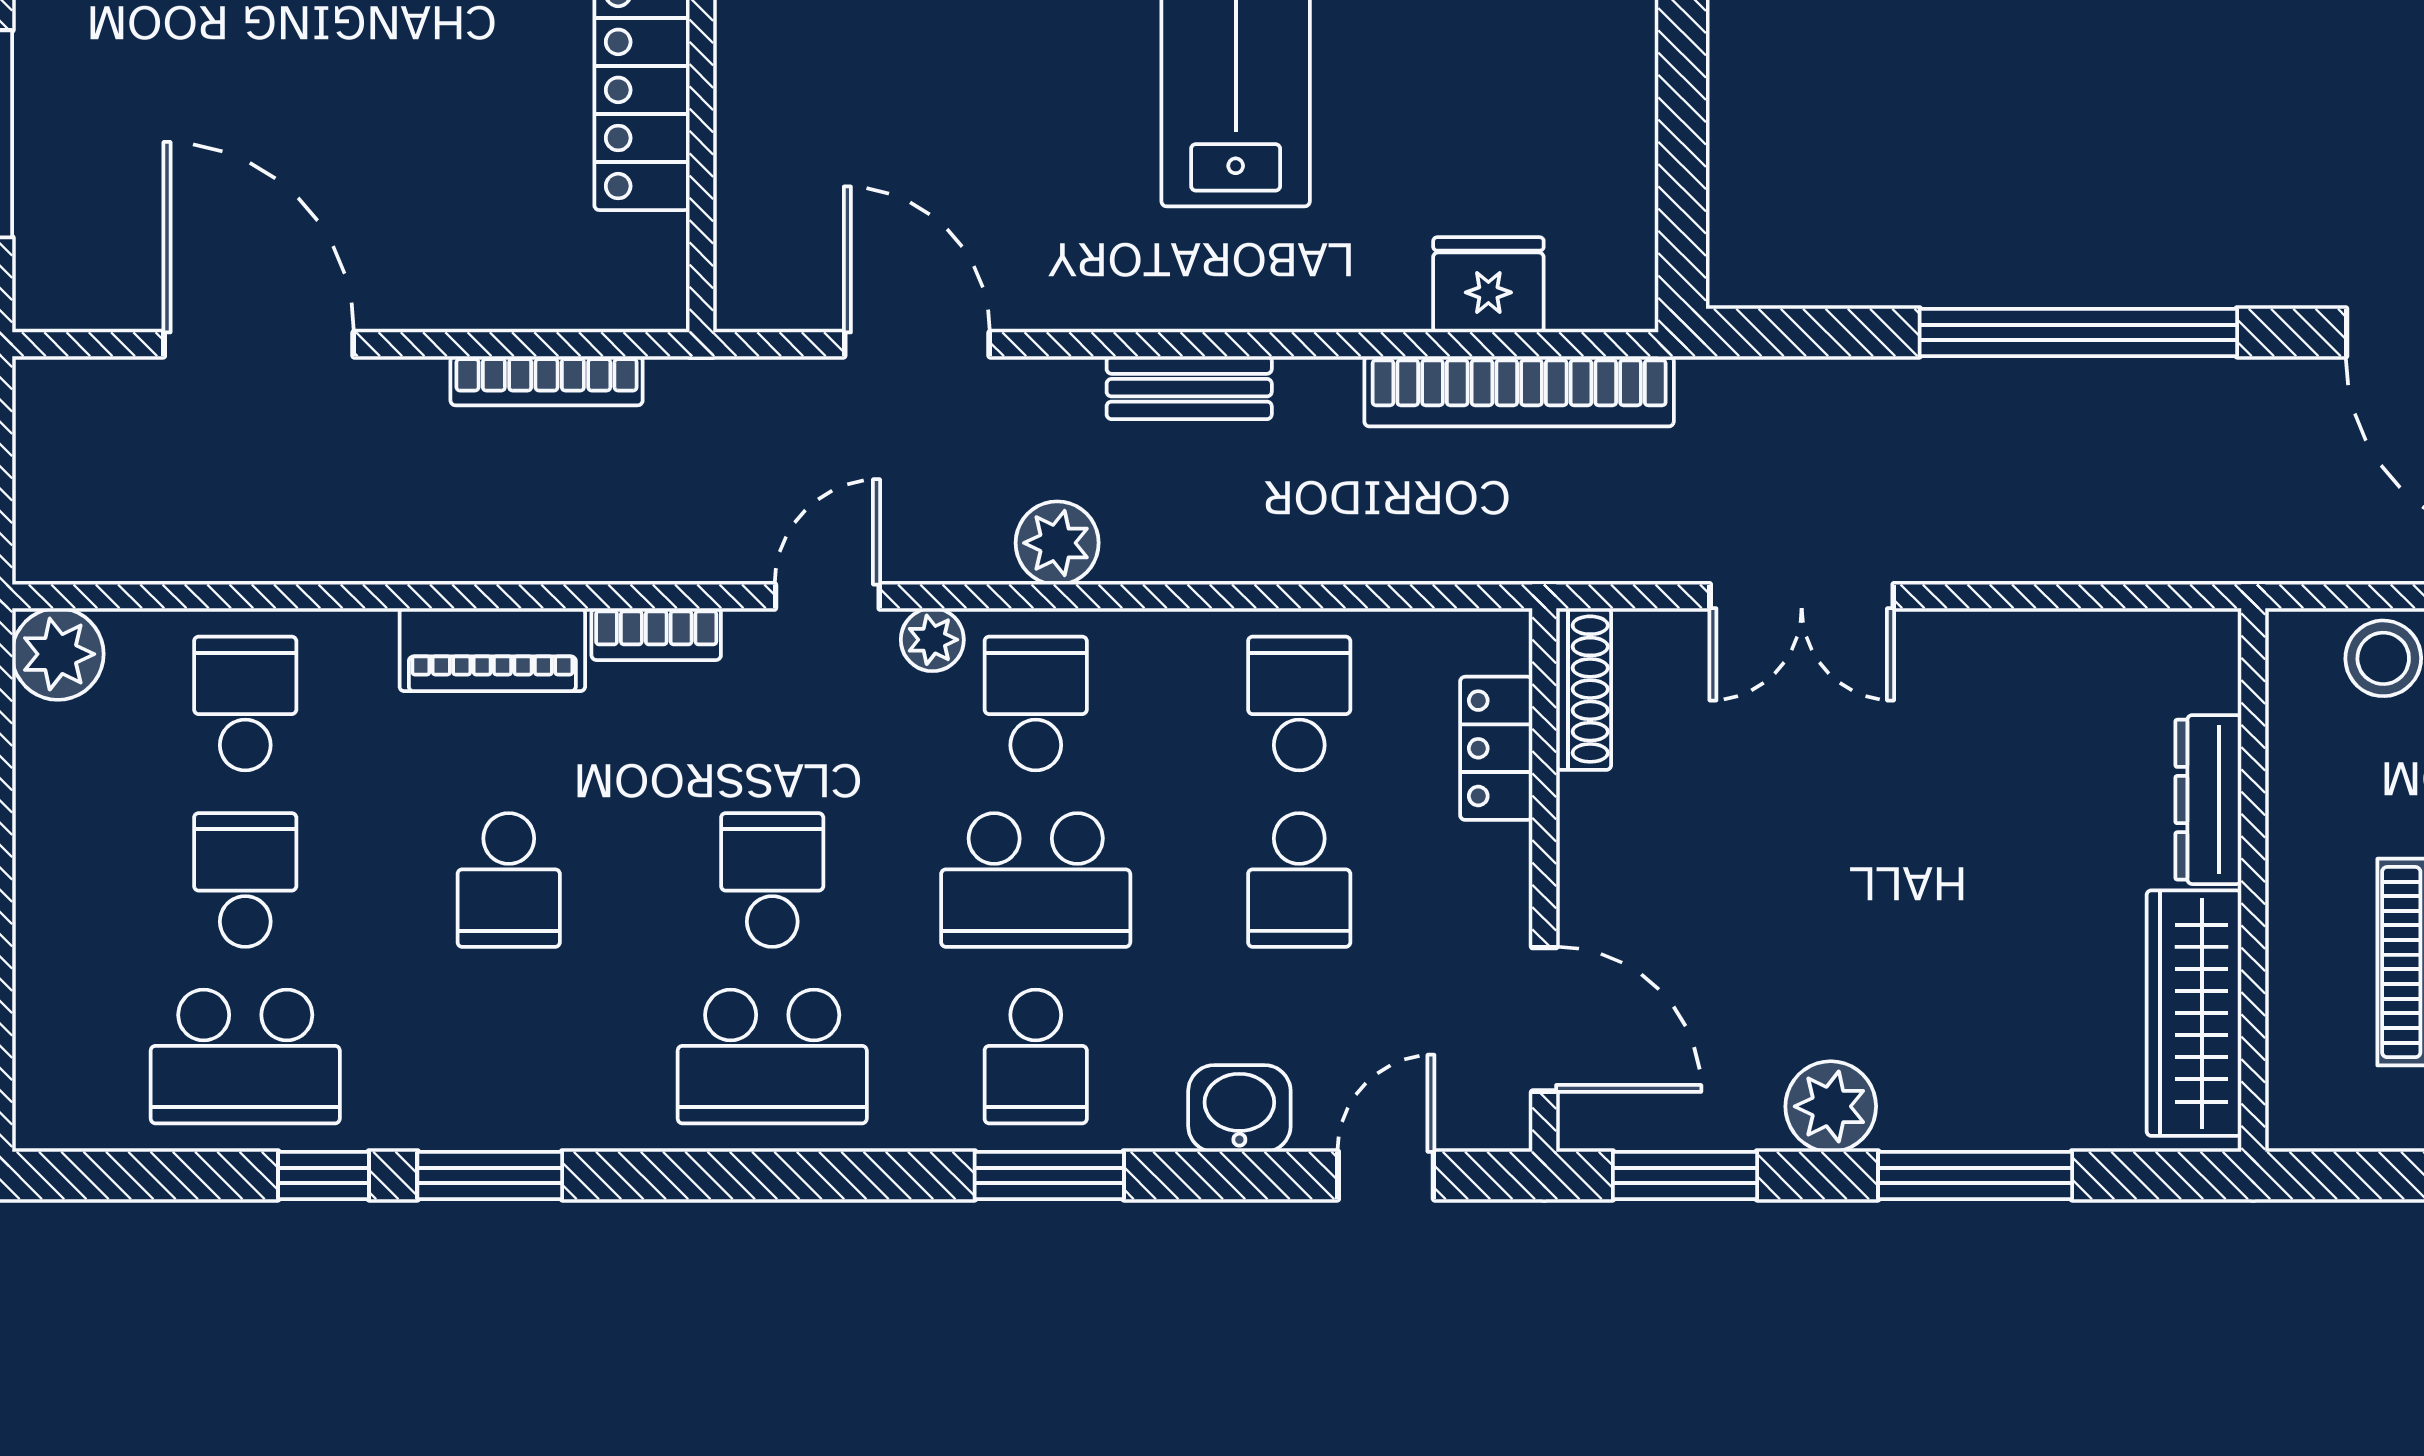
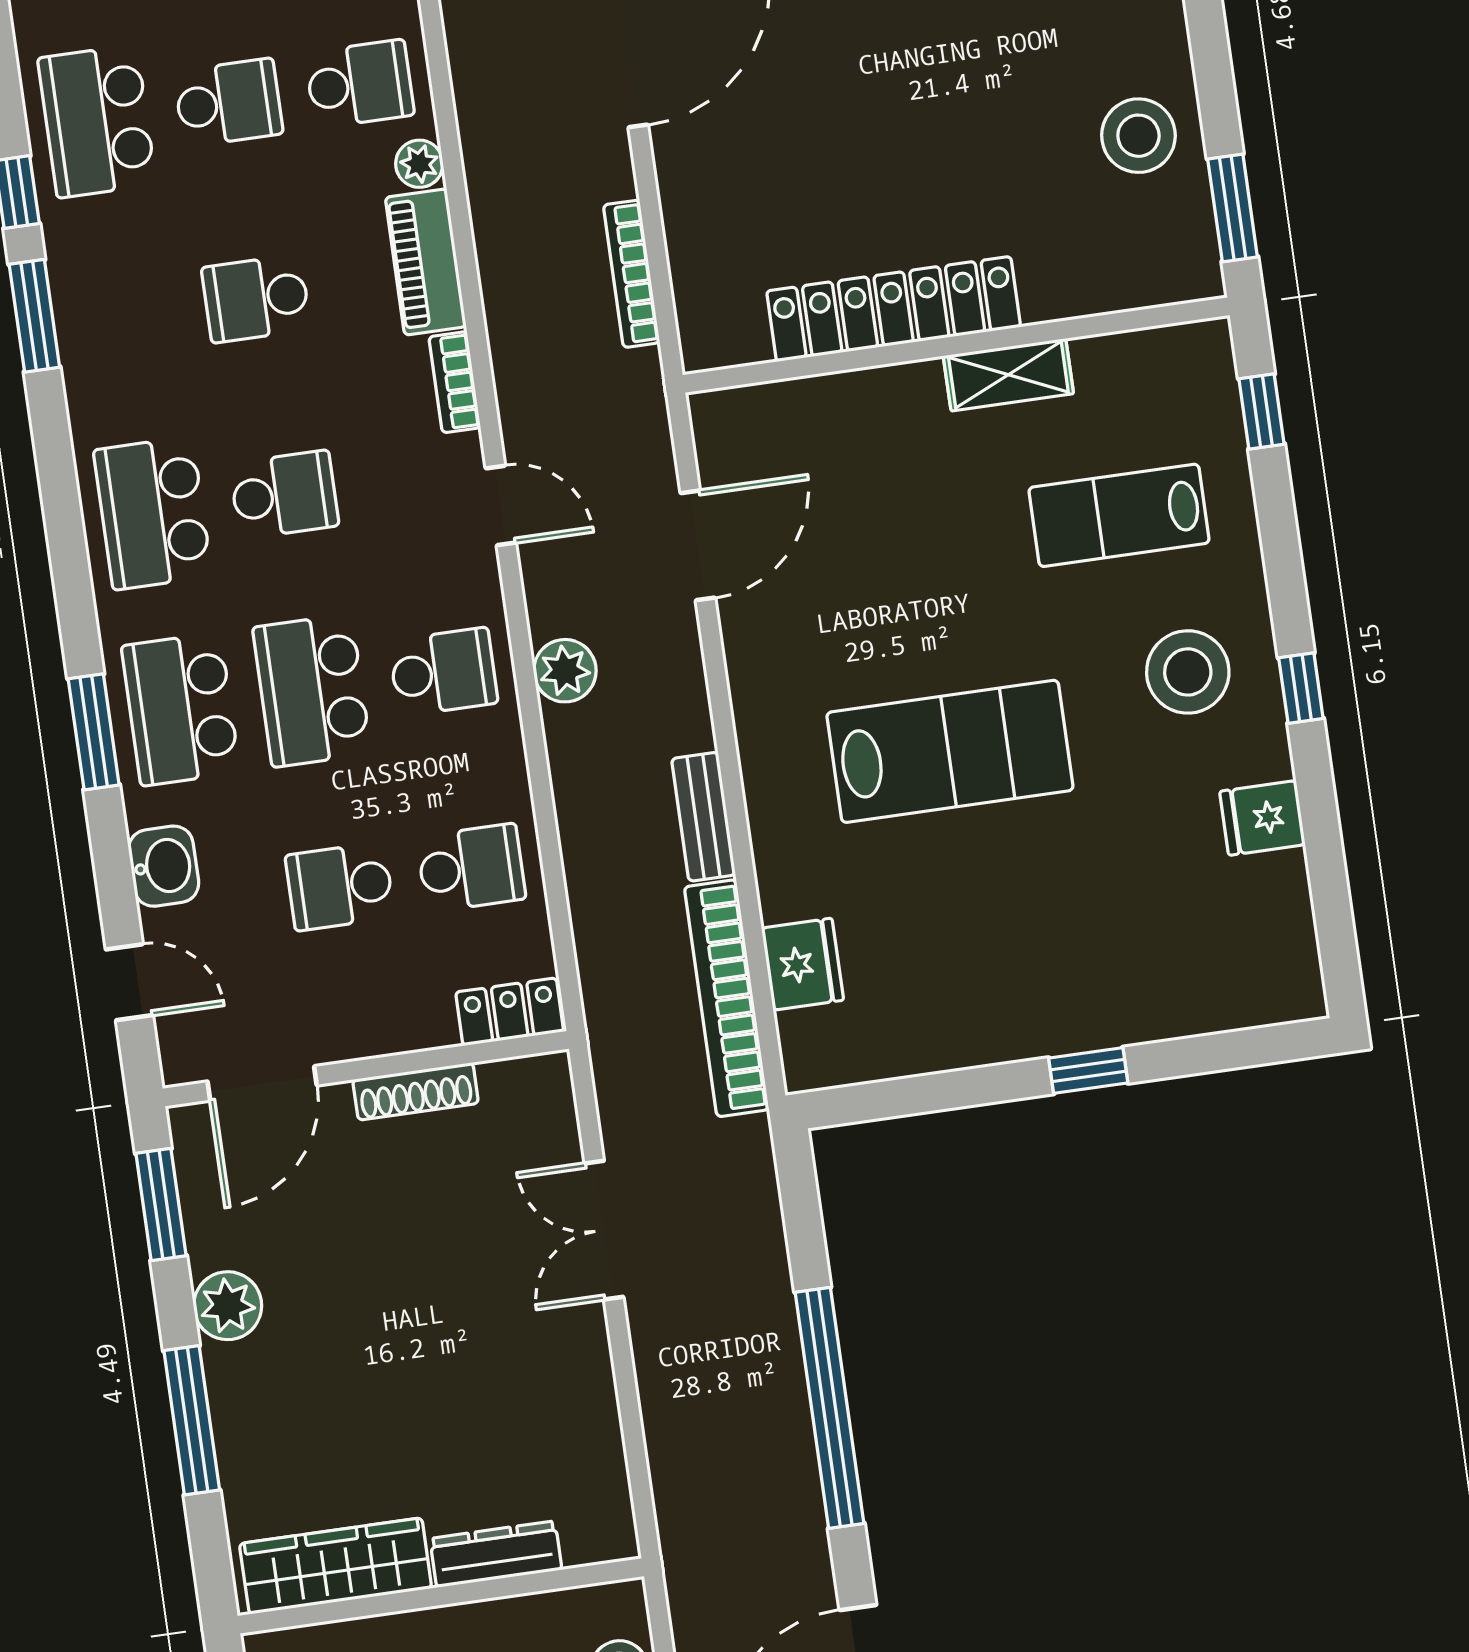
bench: (1189, 388) -> (704, 817), moved
plant: (932, 640) -> (419, 164), moved
shoe rack: (1584, 689) -> (416, 1091), moved
locker: (1496, 748) -> (510, 1012), moved
school desk: (1036, 1057) -> (181, 709), width x1.85

